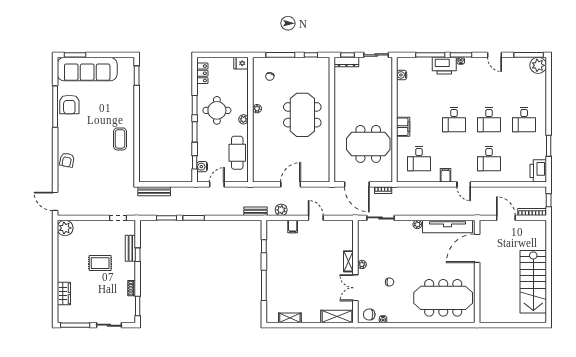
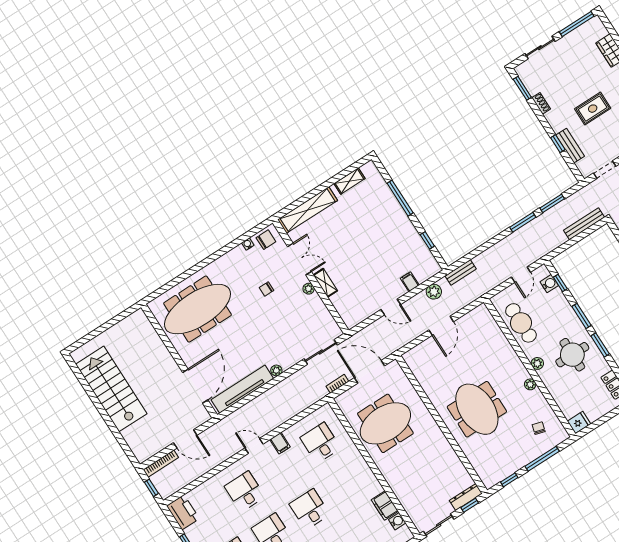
filing cabinet: (403, 127) -> (385, 506), moved
shelving: (337, 316) -> (308, 210), width x1.47

